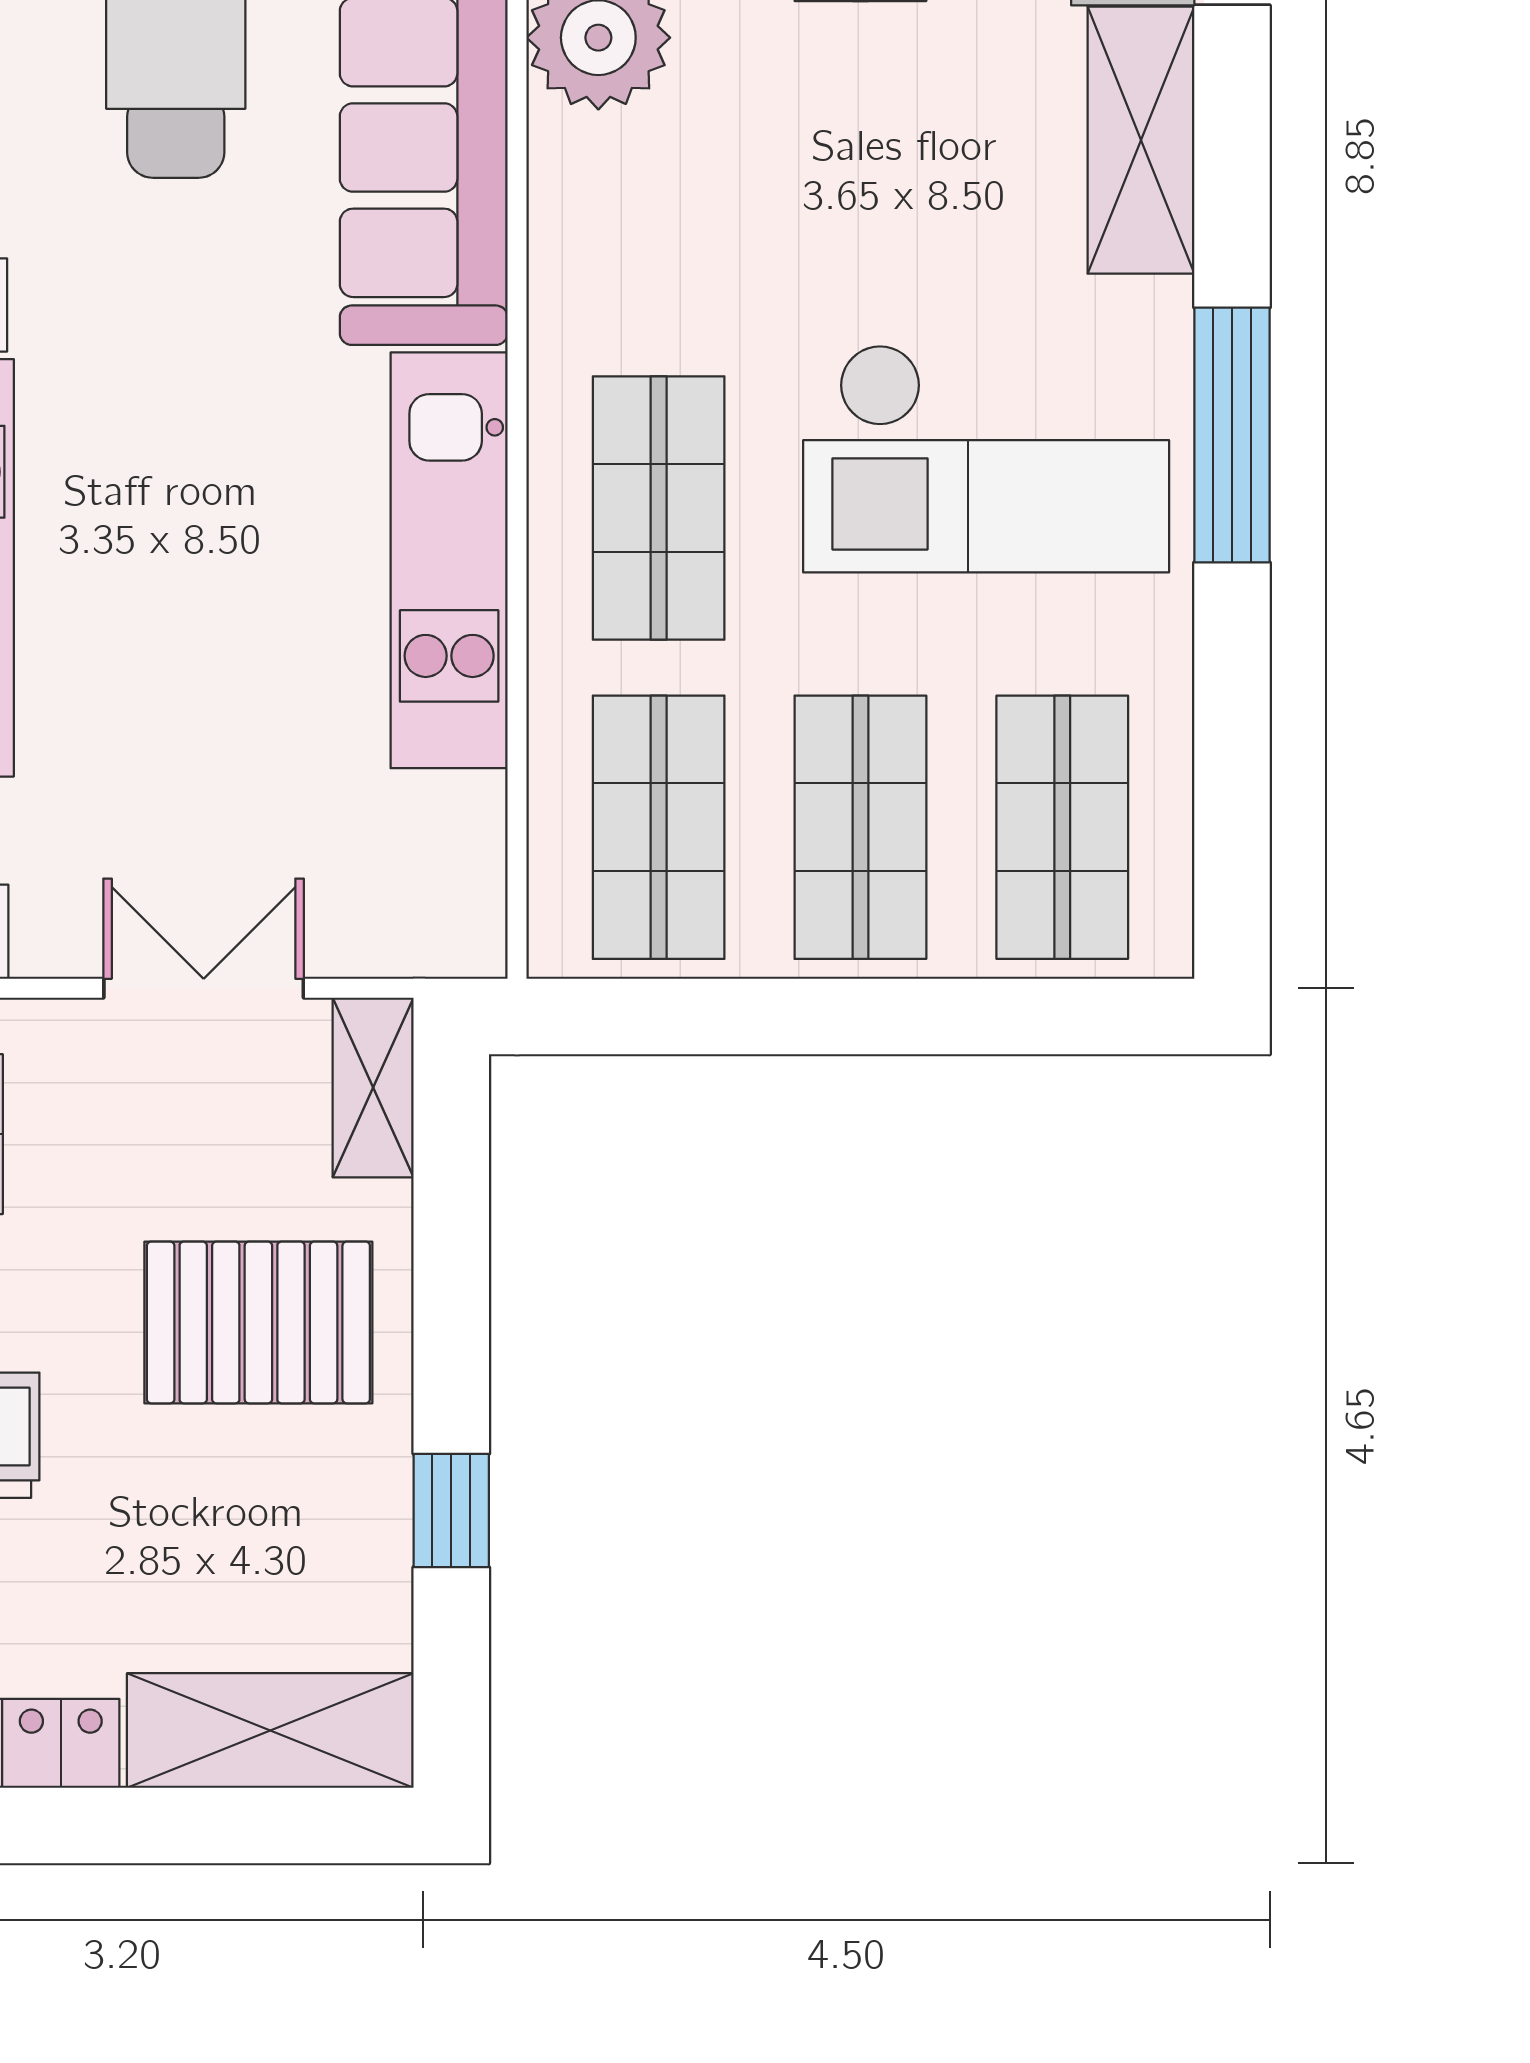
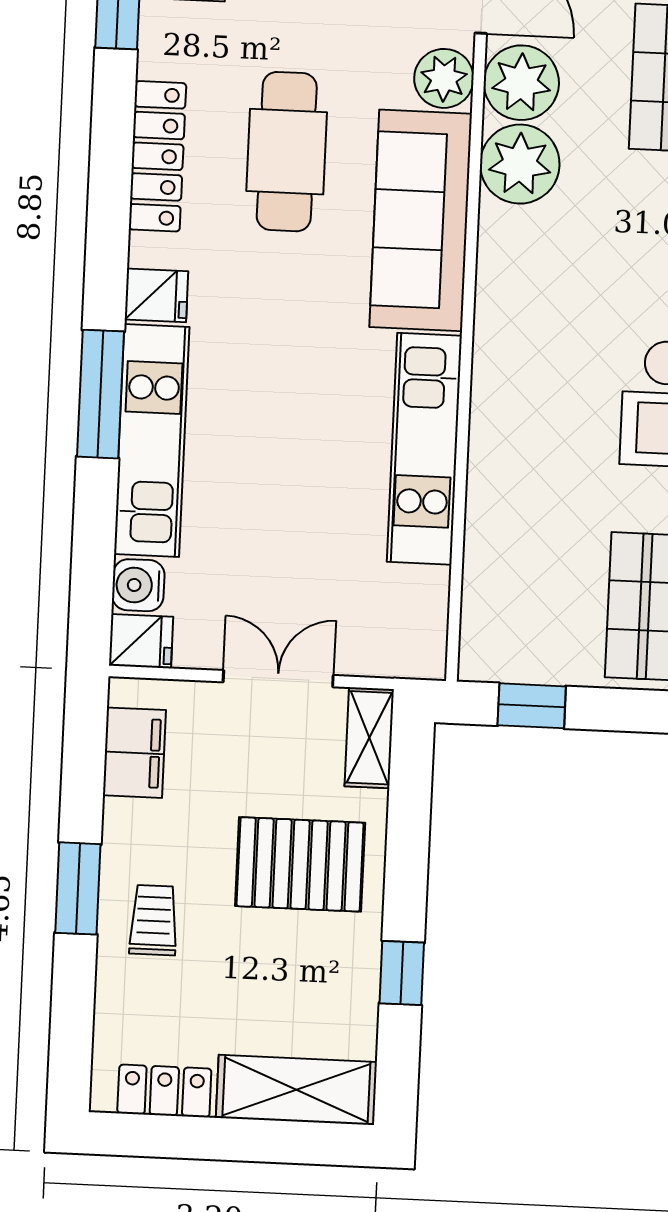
shop shelf: (659, 508) -> (541, 425), removed
shop shelf: (659, 827) -> (533, 601), removed
window: (664, 1016) -> (532, 706), added

